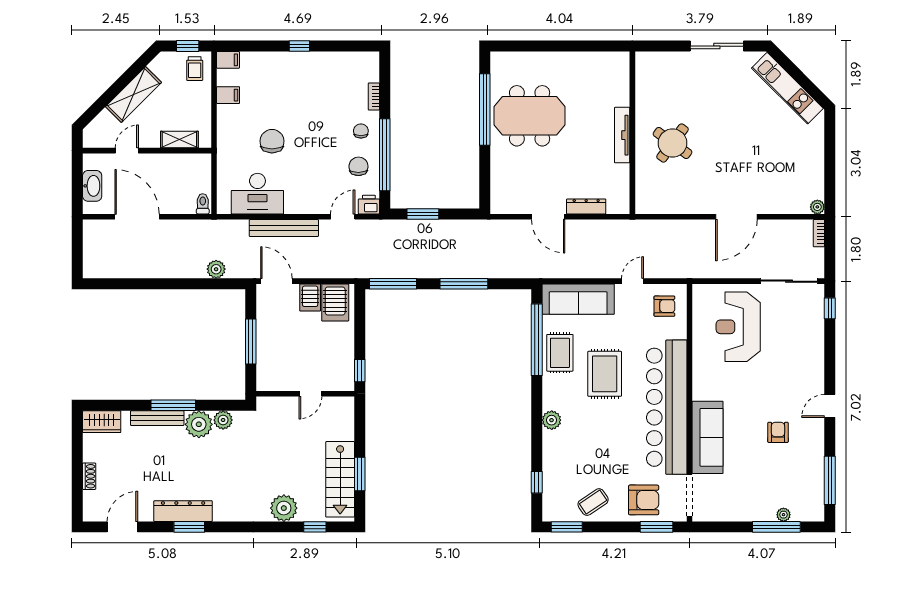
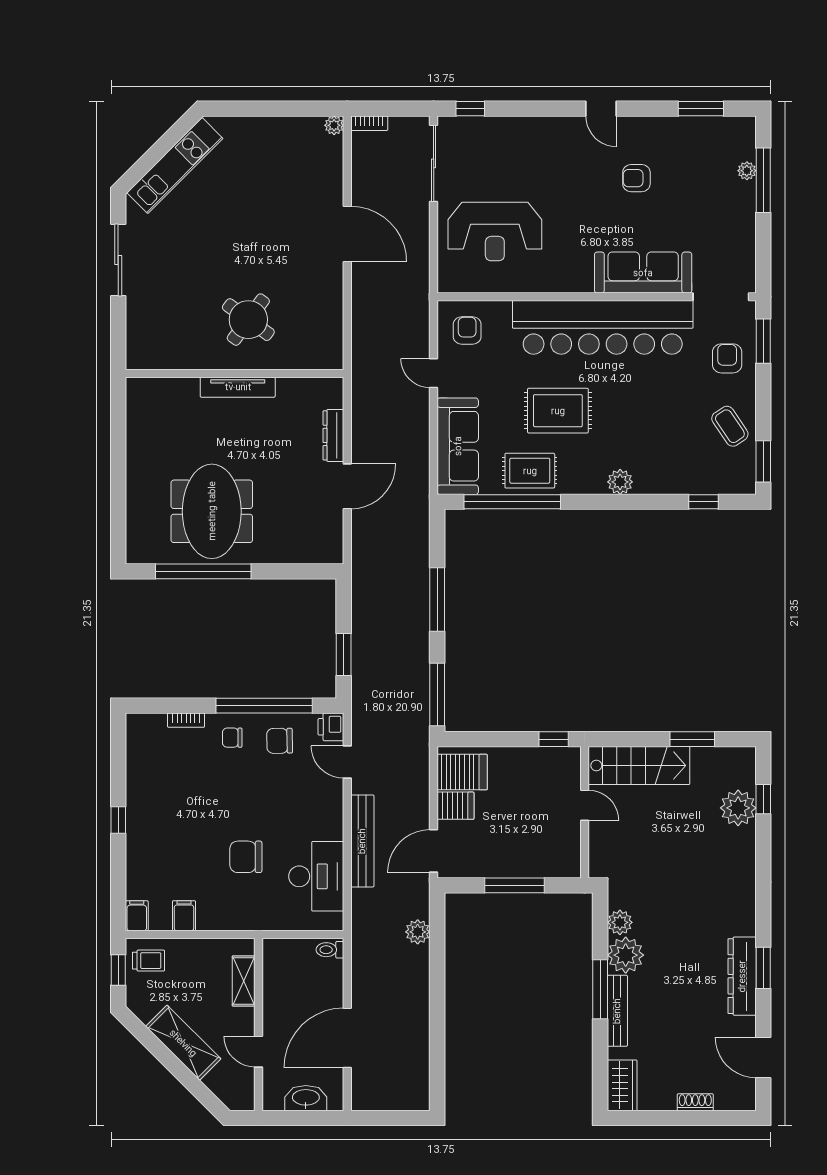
stairs: (340, 479) -> (639, 766), moved
window: (830, 480) -> (701, 109), width x0.69
armchair: (644, 500) -> (727, 358), width x0.72, depth x0.72
plant: (284, 508) -> (738, 808), moved

